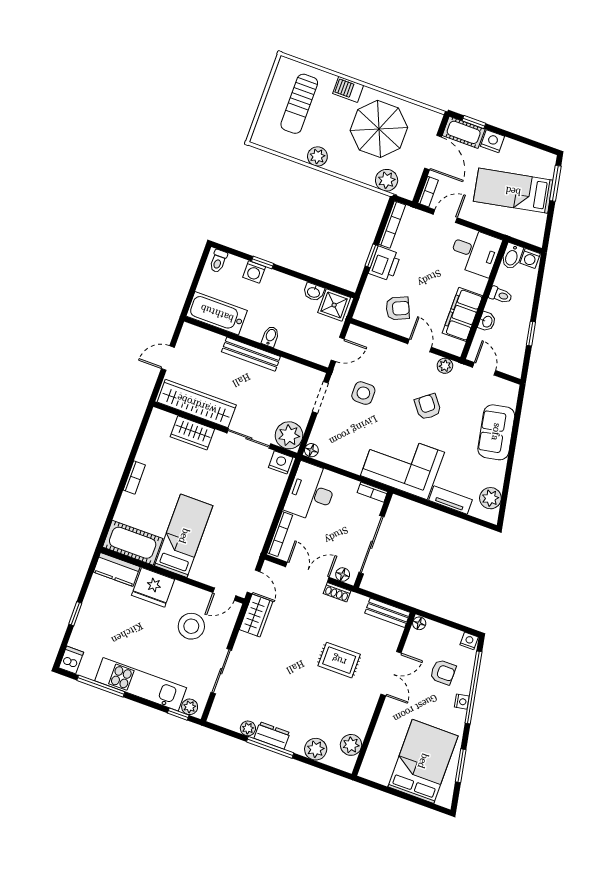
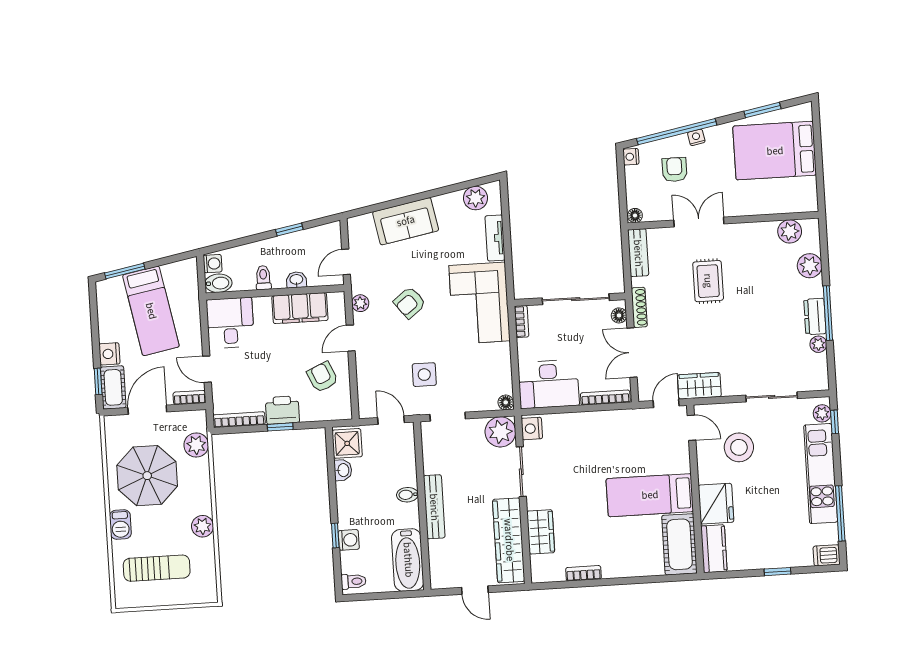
bookcase: (134, 478) -> (584, 573), moved
shoe rack: (337, 592) -> (639, 307), width x1.43

